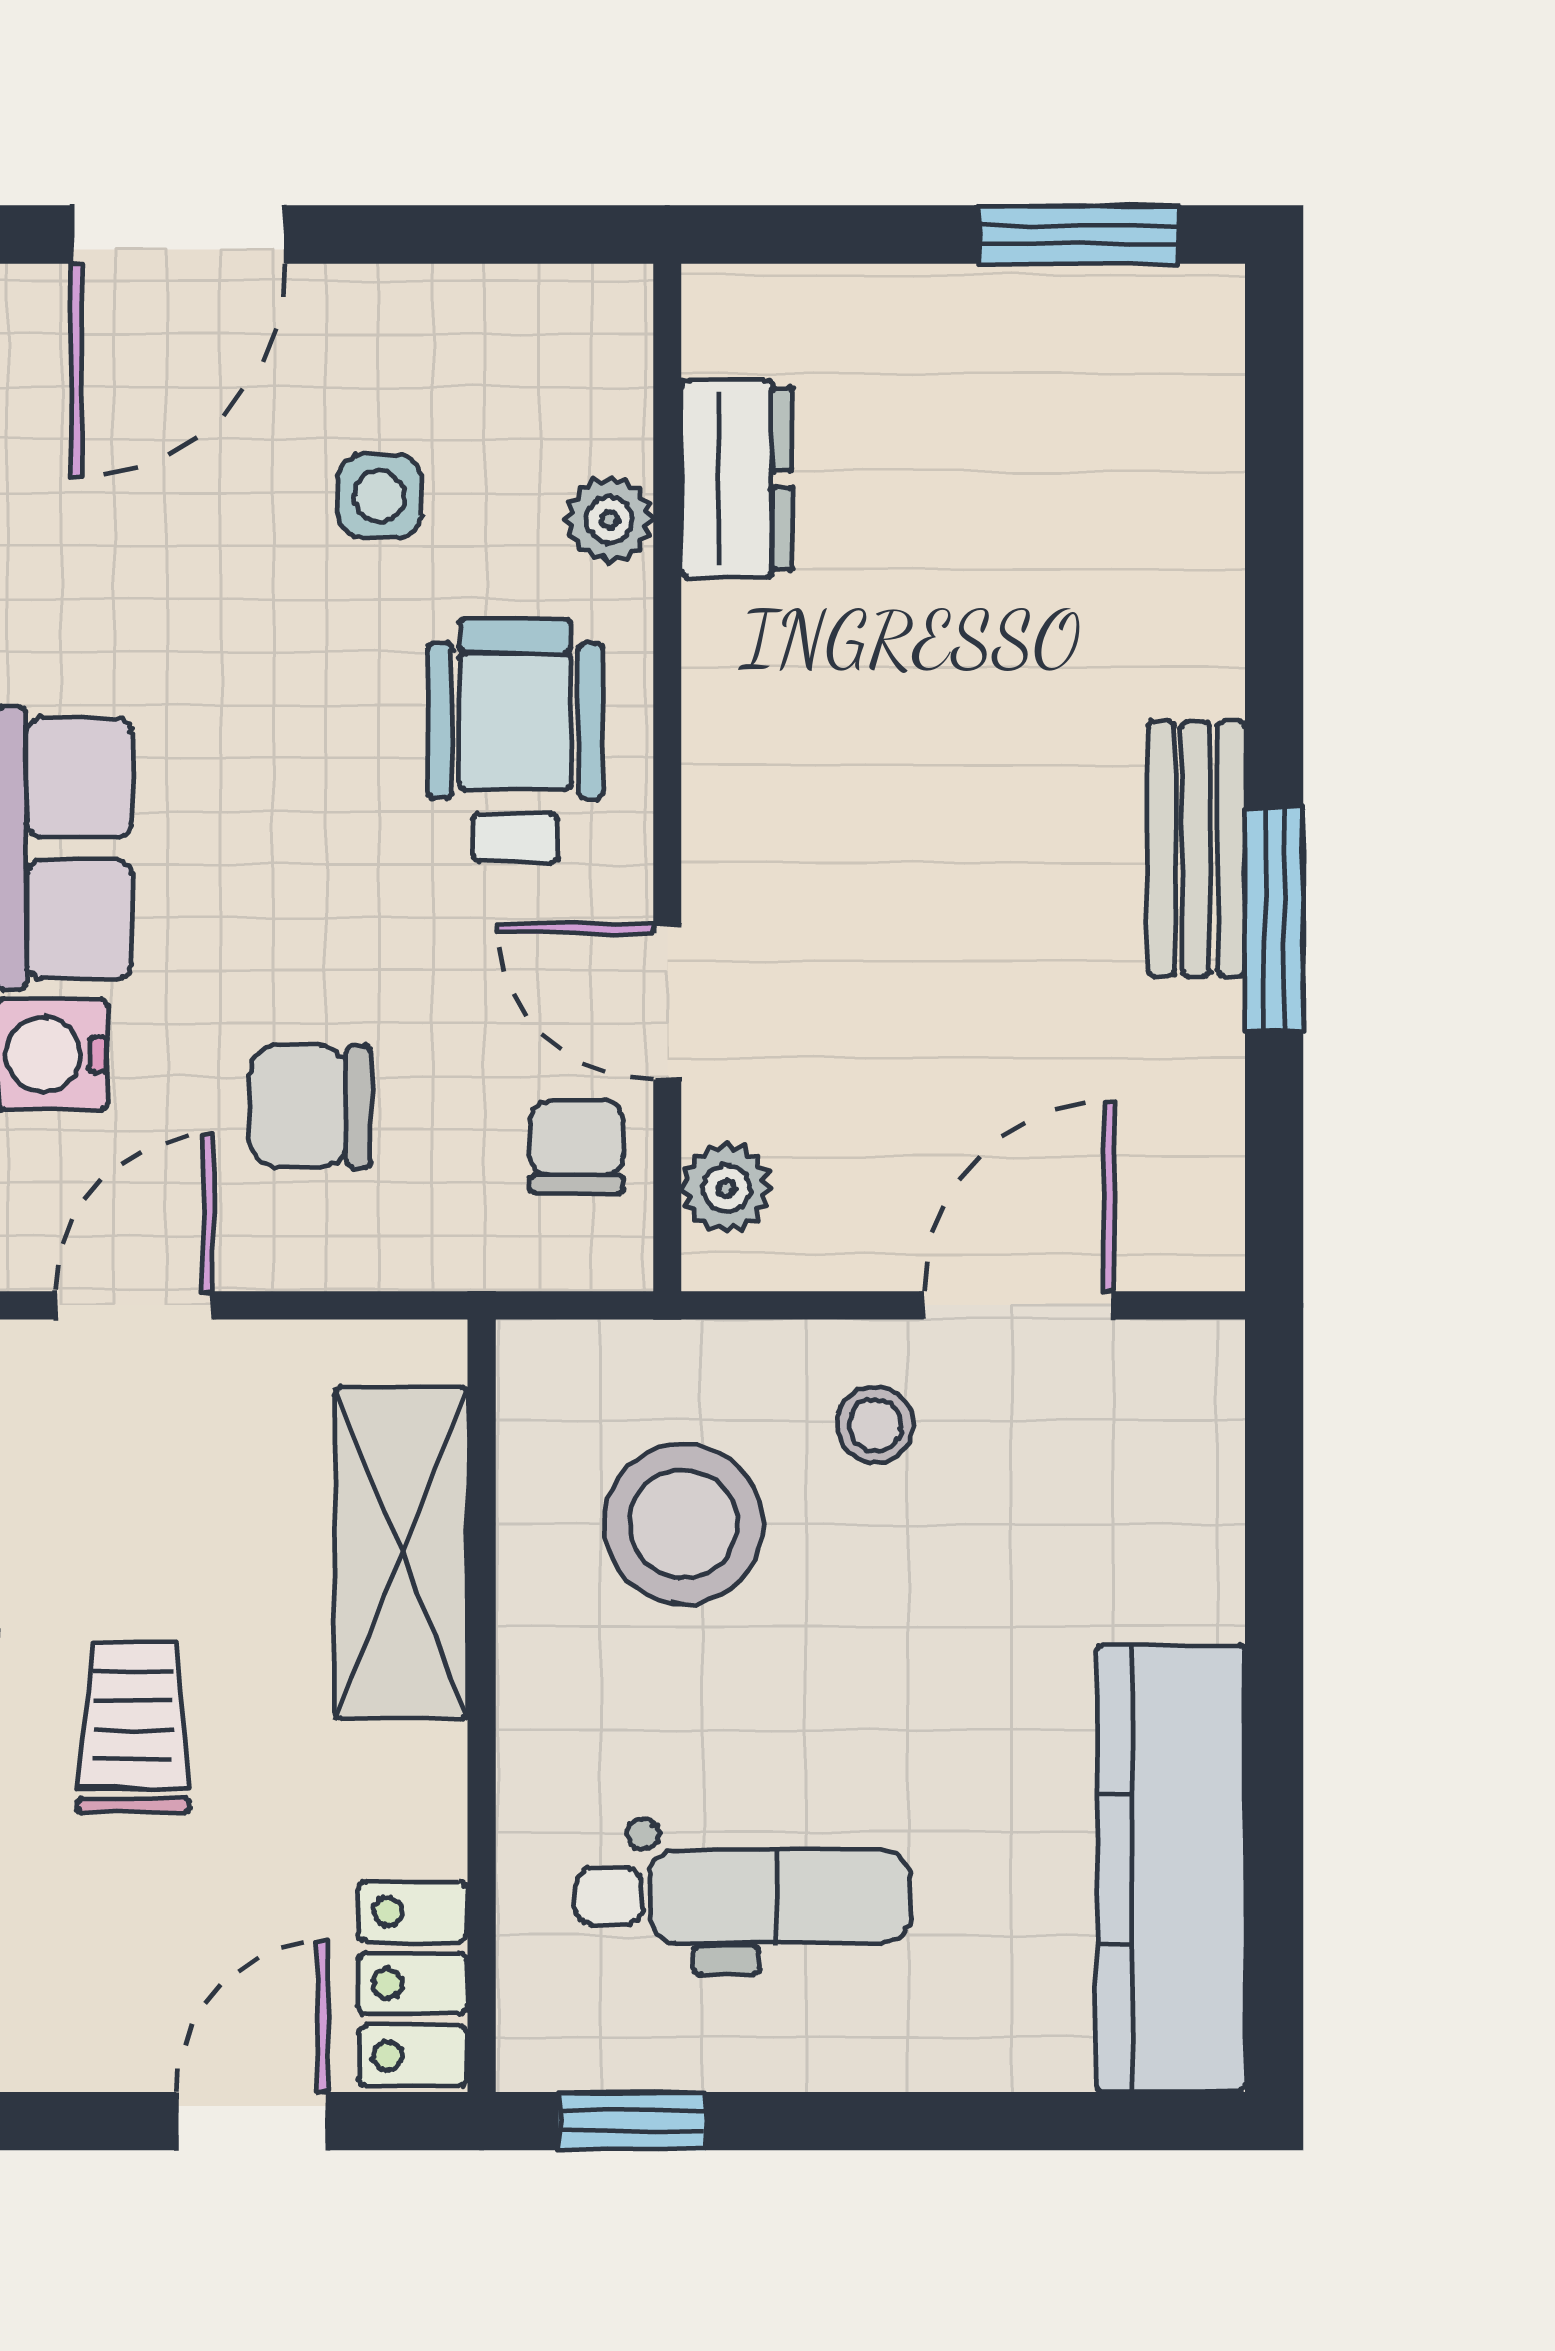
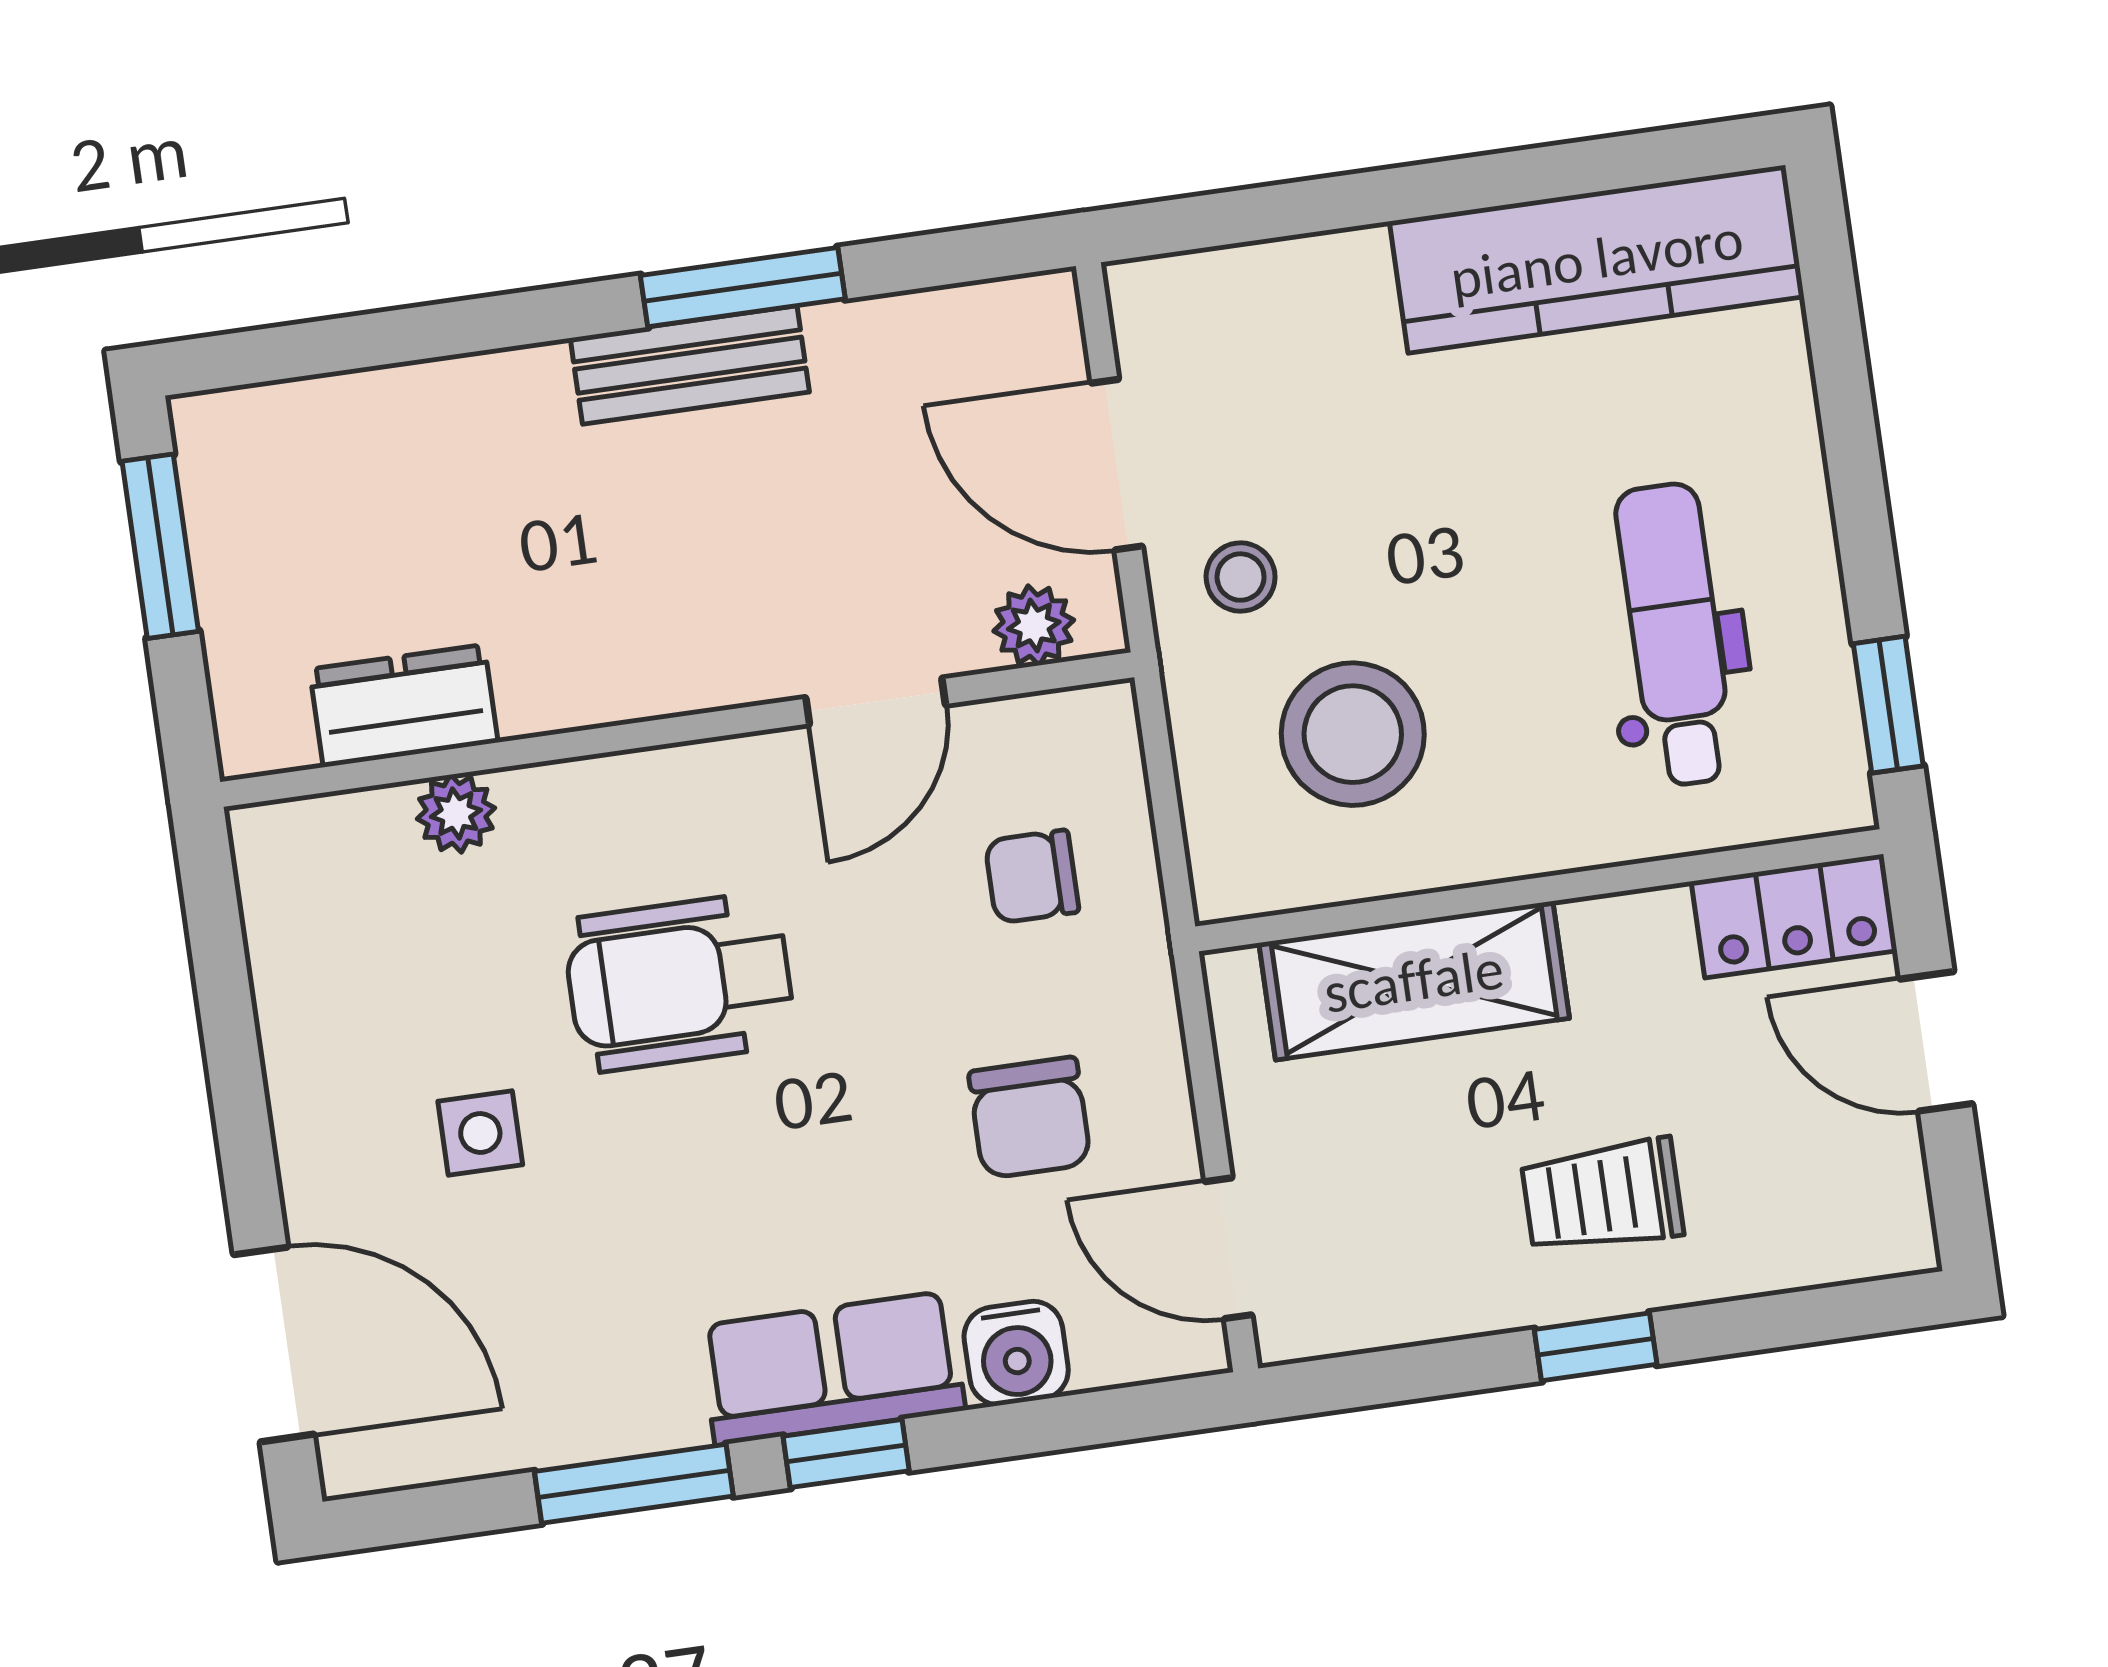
dresser: (737, 479) -> (404, 706), moved
plant: (609, 520) -> (456, 813), moved
wall: (667, 777) -> (677, 730), moved
door: (667, 1001) -> (876, 701), moved
plant: (726, 1188) -> (1034, 626), moved

